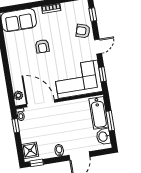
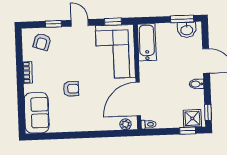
window: (93, 14) -> (53, 24), moved
armchair: (83, 31) -> (42, 42), moved
bathtub: (99, 113) -> (147, 42), moved, turned -90
window: (110, 121) -> (182, 19), moved
window: (16, 126) -> (188, 131), moved

